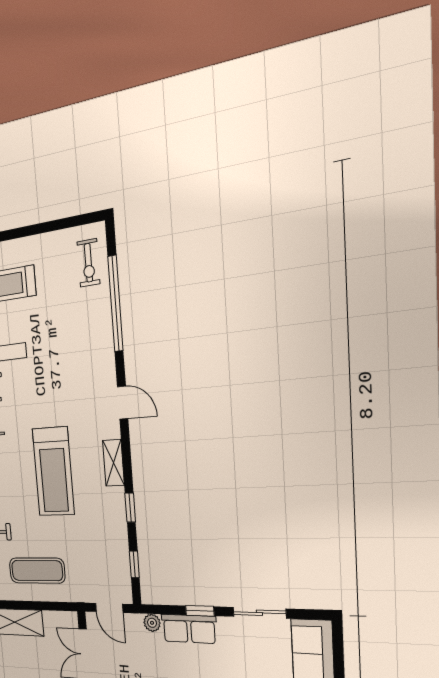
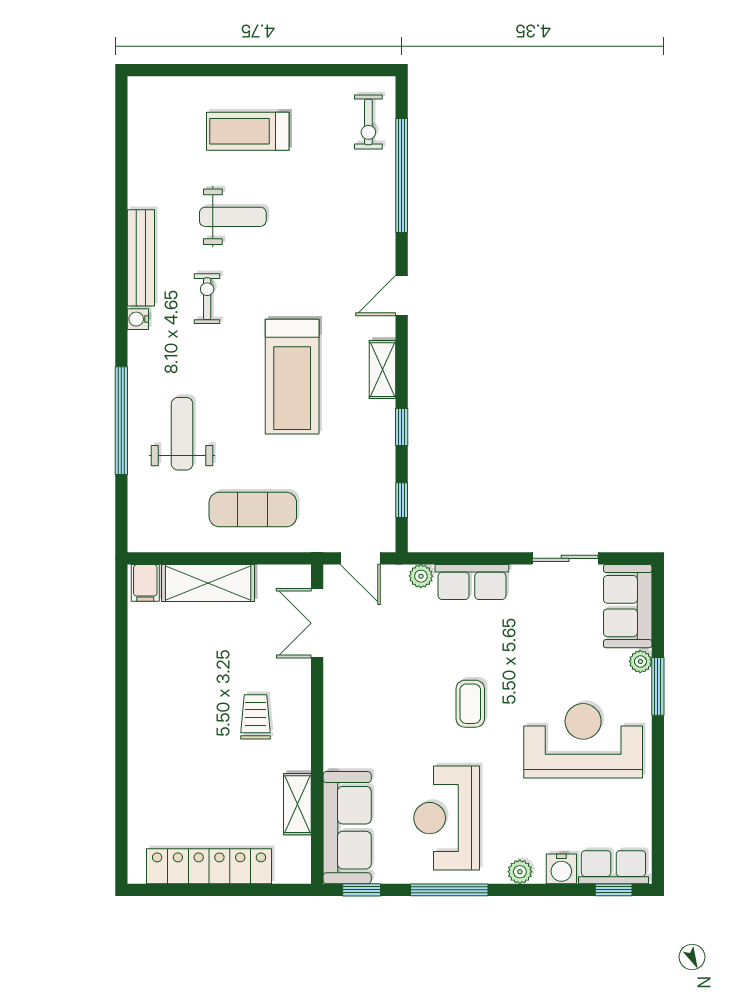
door: (123, 403) -> (402, 296), swing flipped
window: (200, 611) -> (488, 558), removed

